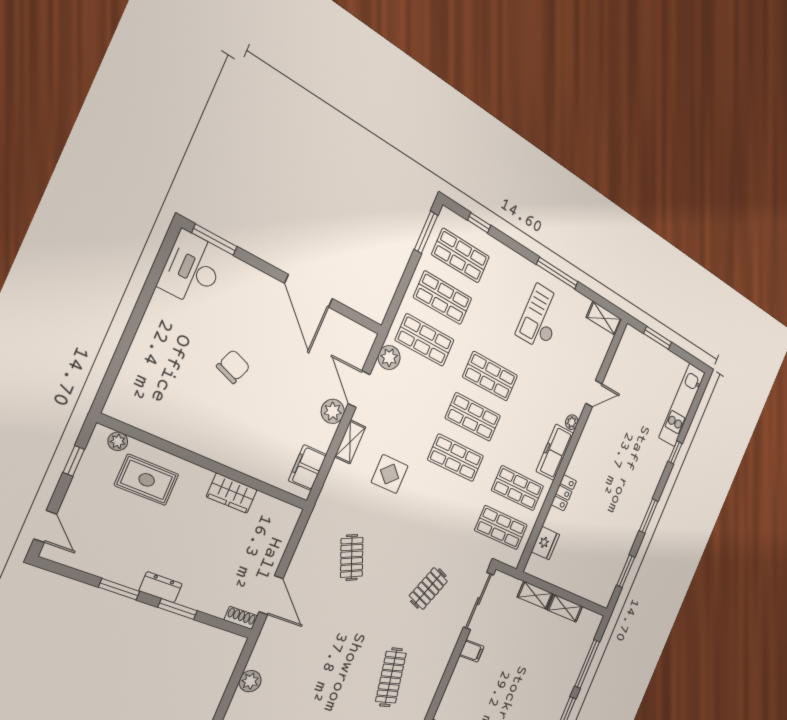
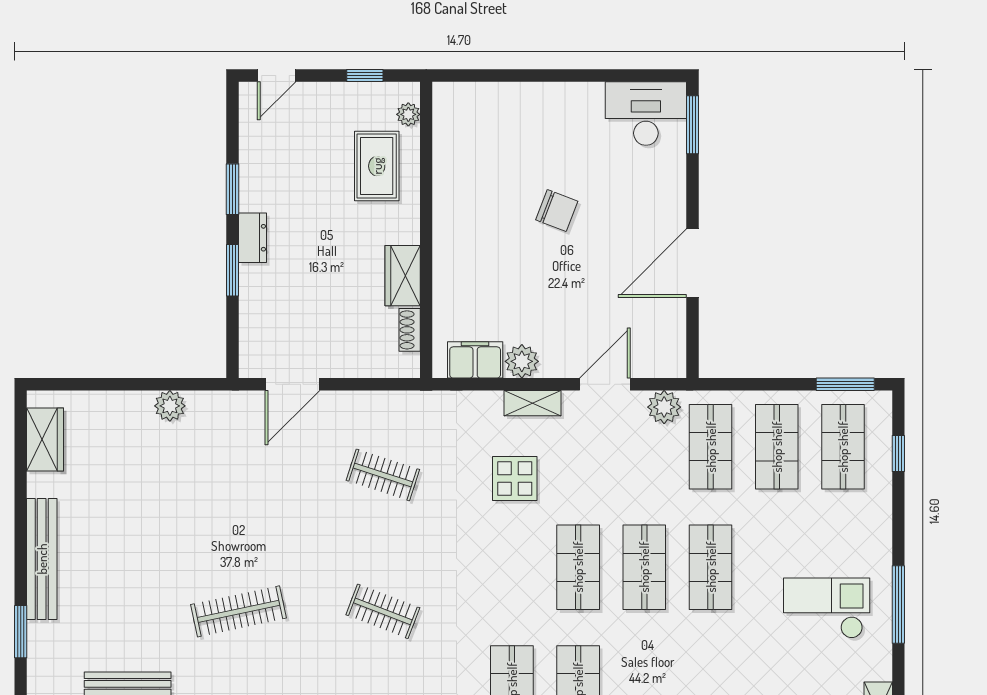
plant: (333, 411) -> (522, 361), moved
clothes rail: (352, 558) -> (383, 475), turned 42
shoe rack: (241, 618) -> (410, 330), moved, turned 180

